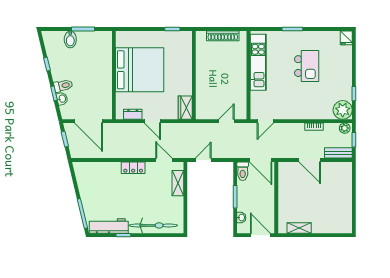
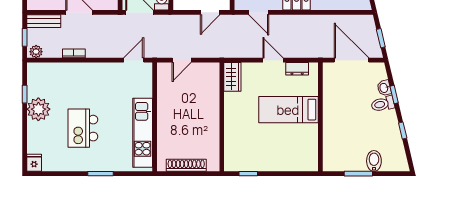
bed: (140, 70) -> (288, 110), width x0.49
plant: (343, 110) -> (38, 109), moved

